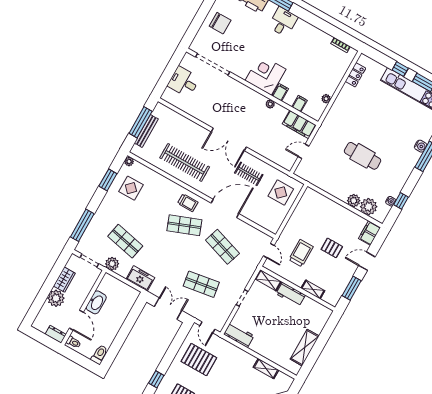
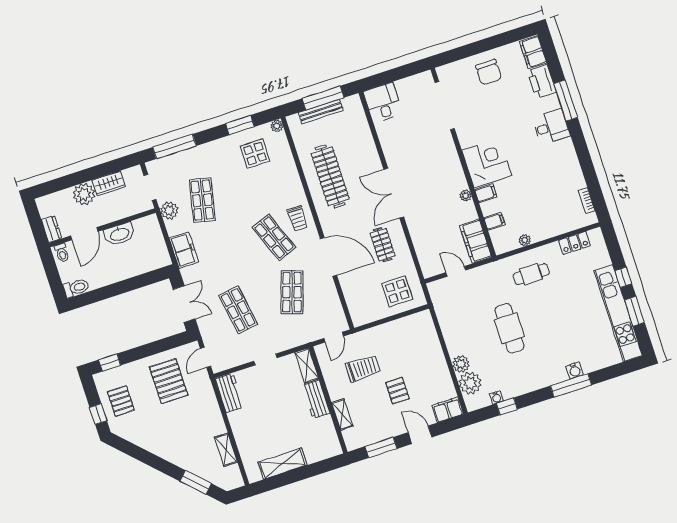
desk: (184, 82) -> (383, 103), moved
cafe table: (347, 114) -> (531, 274), added

